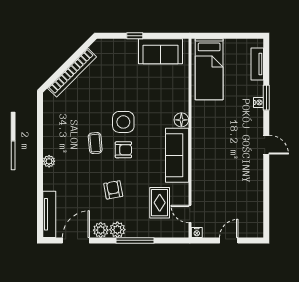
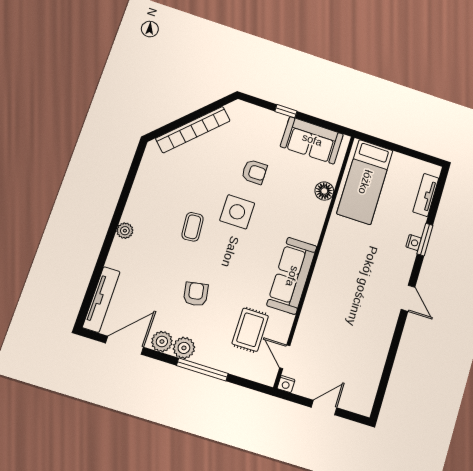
floor lamp: (181, 120) -> (324, 191), moved
armchair: (123, 150) -> (254, 172), moved

